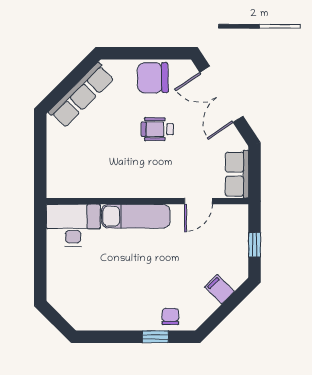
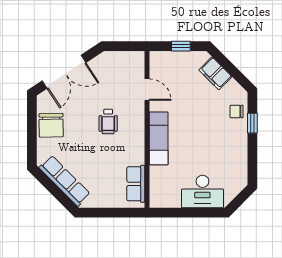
wheelchair: (157, 129) -> (108, 122), moved
row of seats: (237, 174) -> (136, 184), moved, turned 90
desk: (73, 225) -> (202, 191), moved, turned -90
filing cabinet: (219, 289) -> (215, 73), width x2.00

